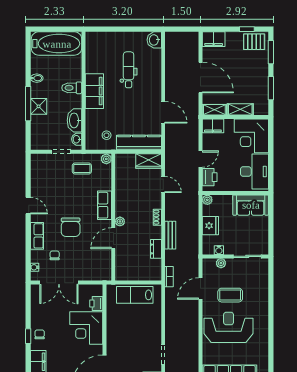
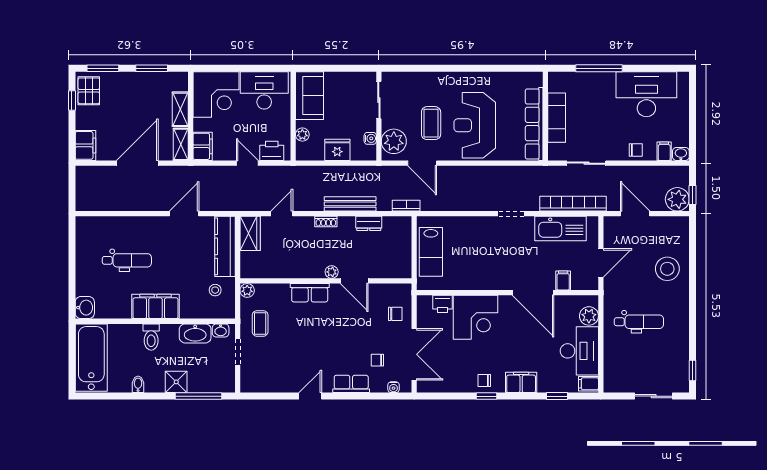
washbasin: (154, 40) -> (85, 308), moved, turned -90
dental chair: (129, 70) -> (127, 260), turned 180
window: (28, 104) -> (199, 396), moved
plant: (207, 200) -> (302, 135), moved
chair: (71, 227) -> (395, 314), moved, width x0.54, depth x0.54
bench: (170, 235) -> (350, 204), width x1.36
plant: (221, 263) -> (394, 141), width x1.87, depth x1.87

